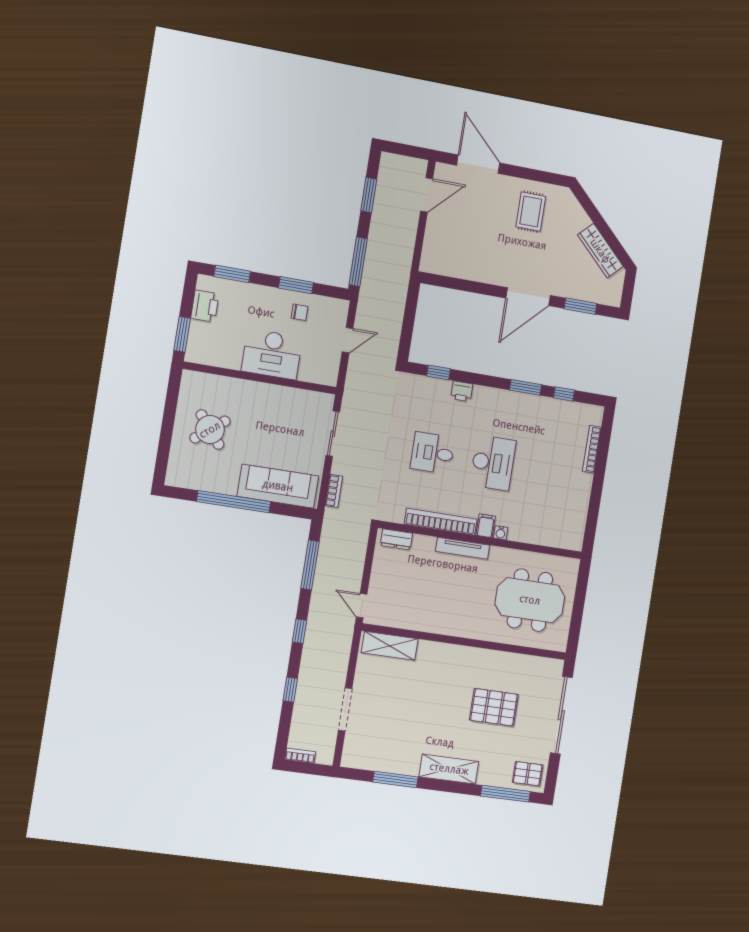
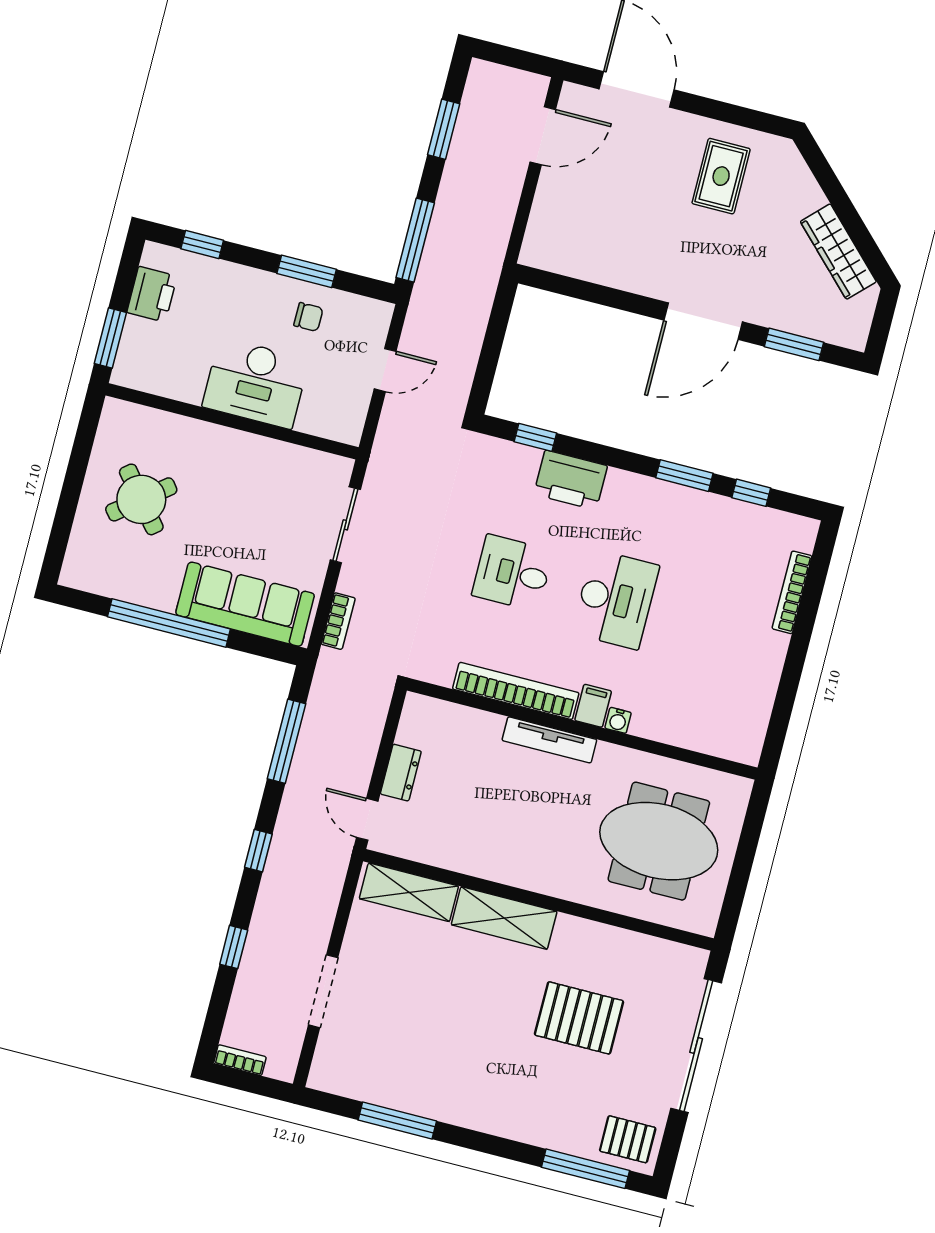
window: (232, 274) -> (202, 245), width x0.67
printer: (462, 391) -> (571, 480), width x1.87, depth x1.48
dresser: (396, 539) -> (401, 773), moved, turned -90
shelving: (449, 769) -> (504, 918), moved

